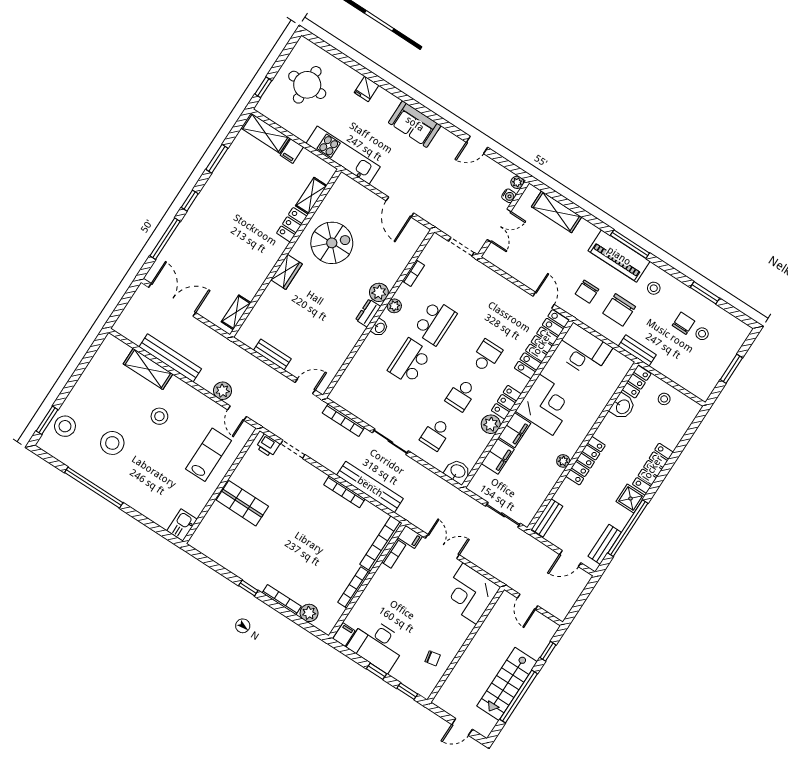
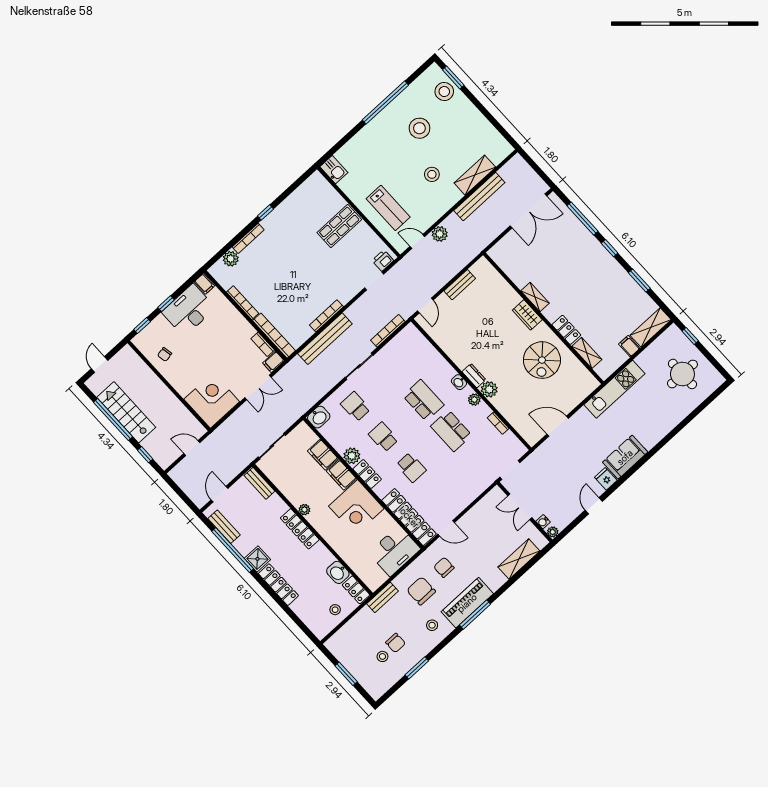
fridge: (366, 89) -> (606, 479), moved
shelving: (236, 312) -> (535, 297), moved

